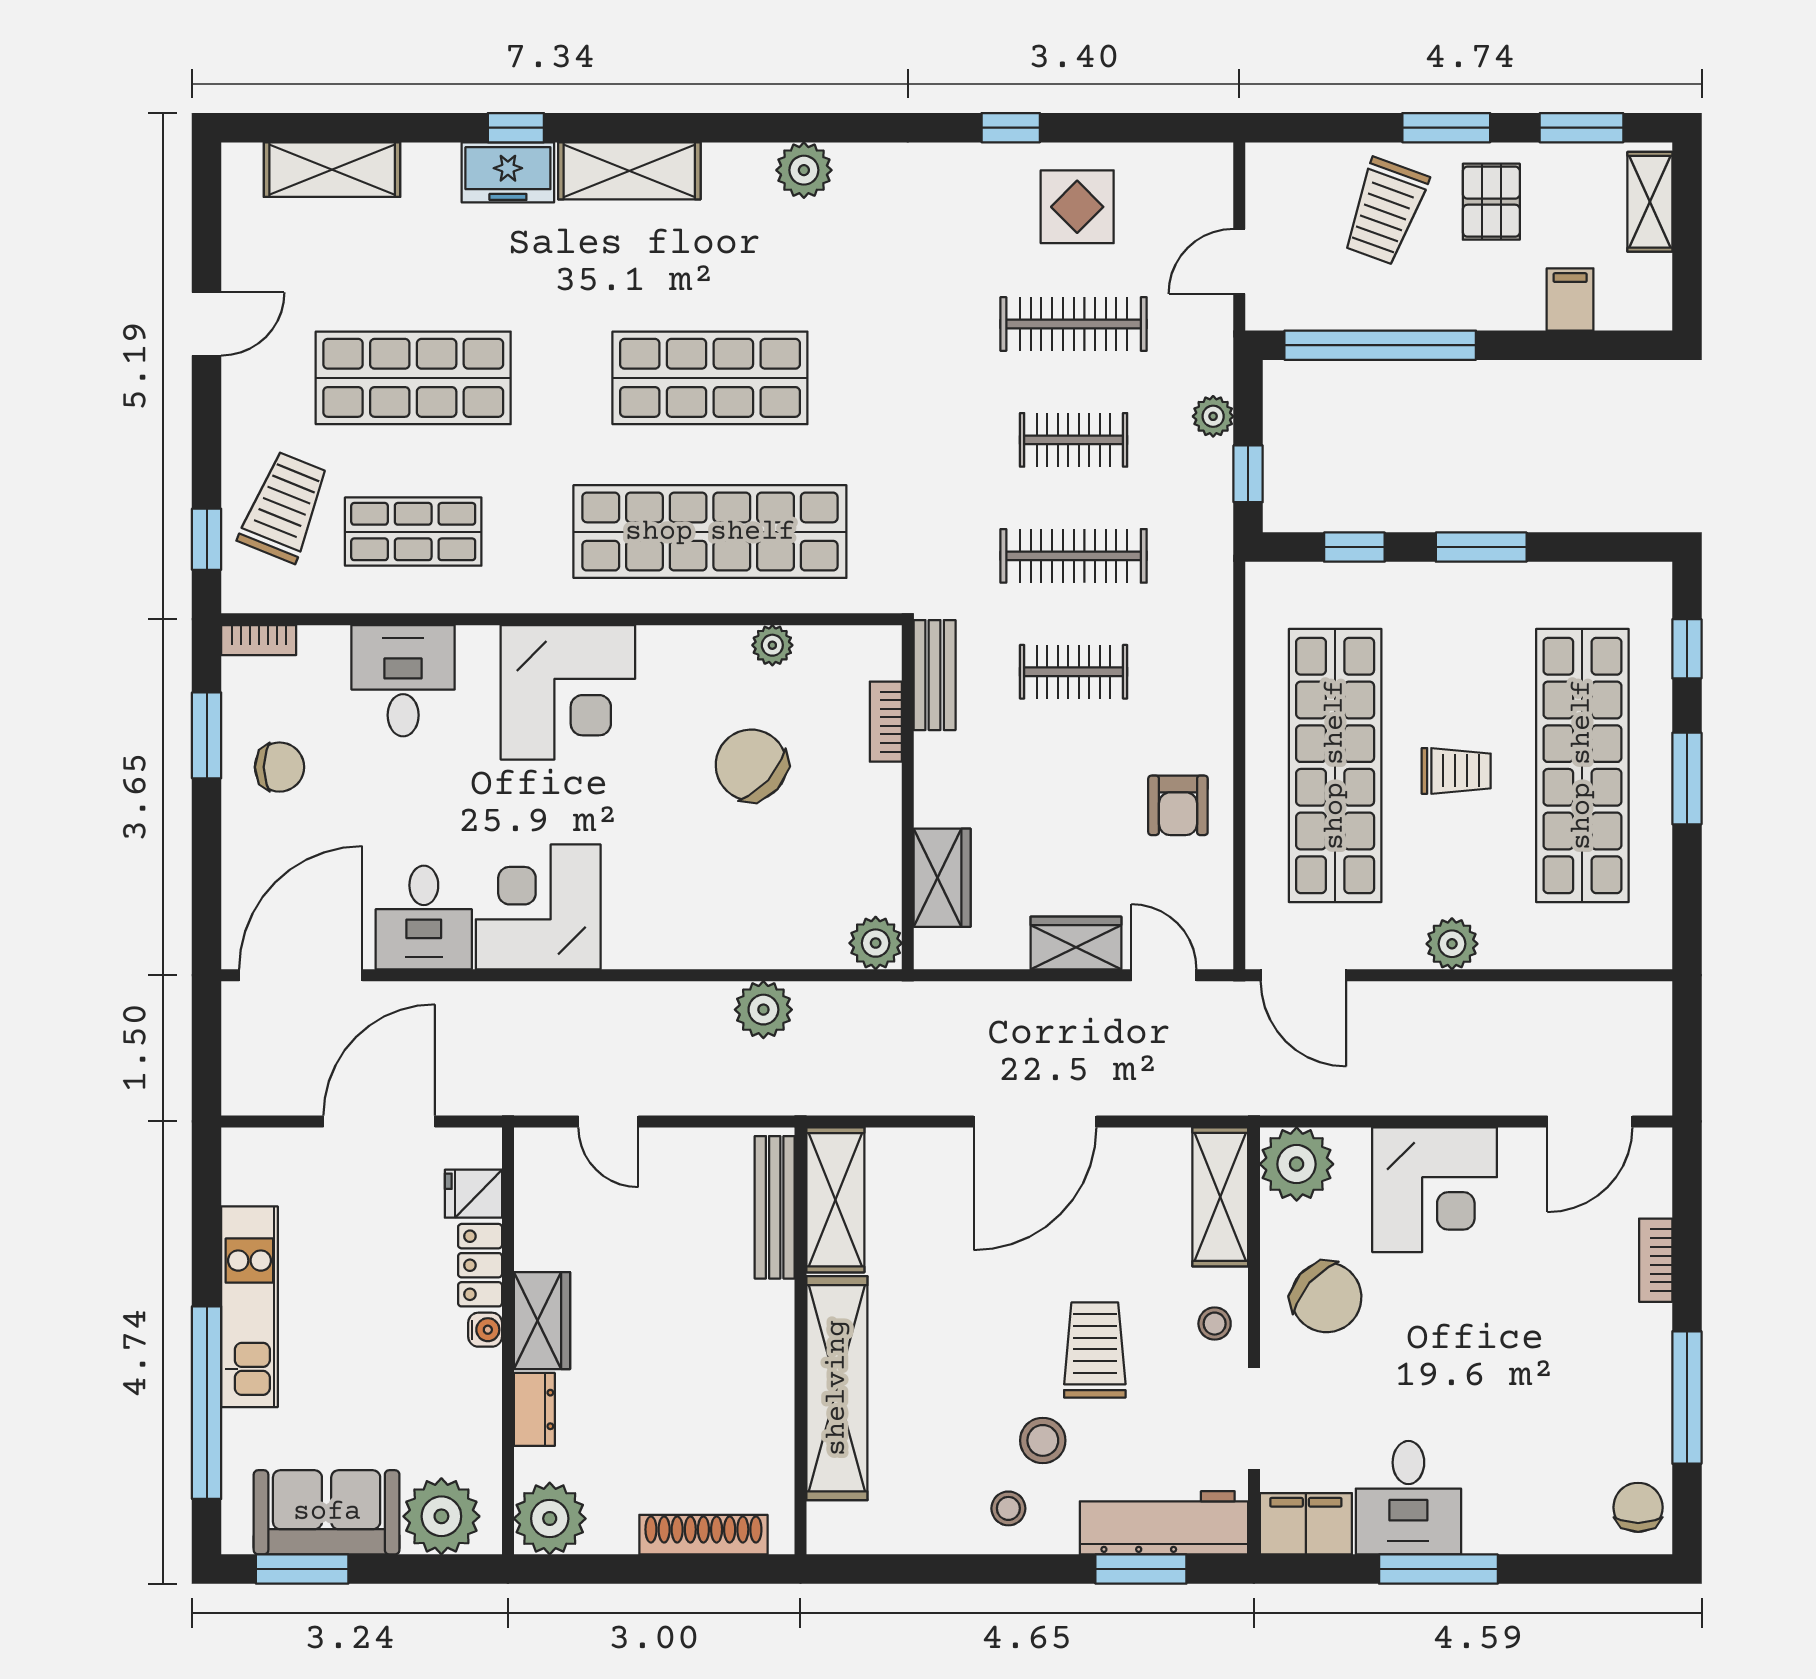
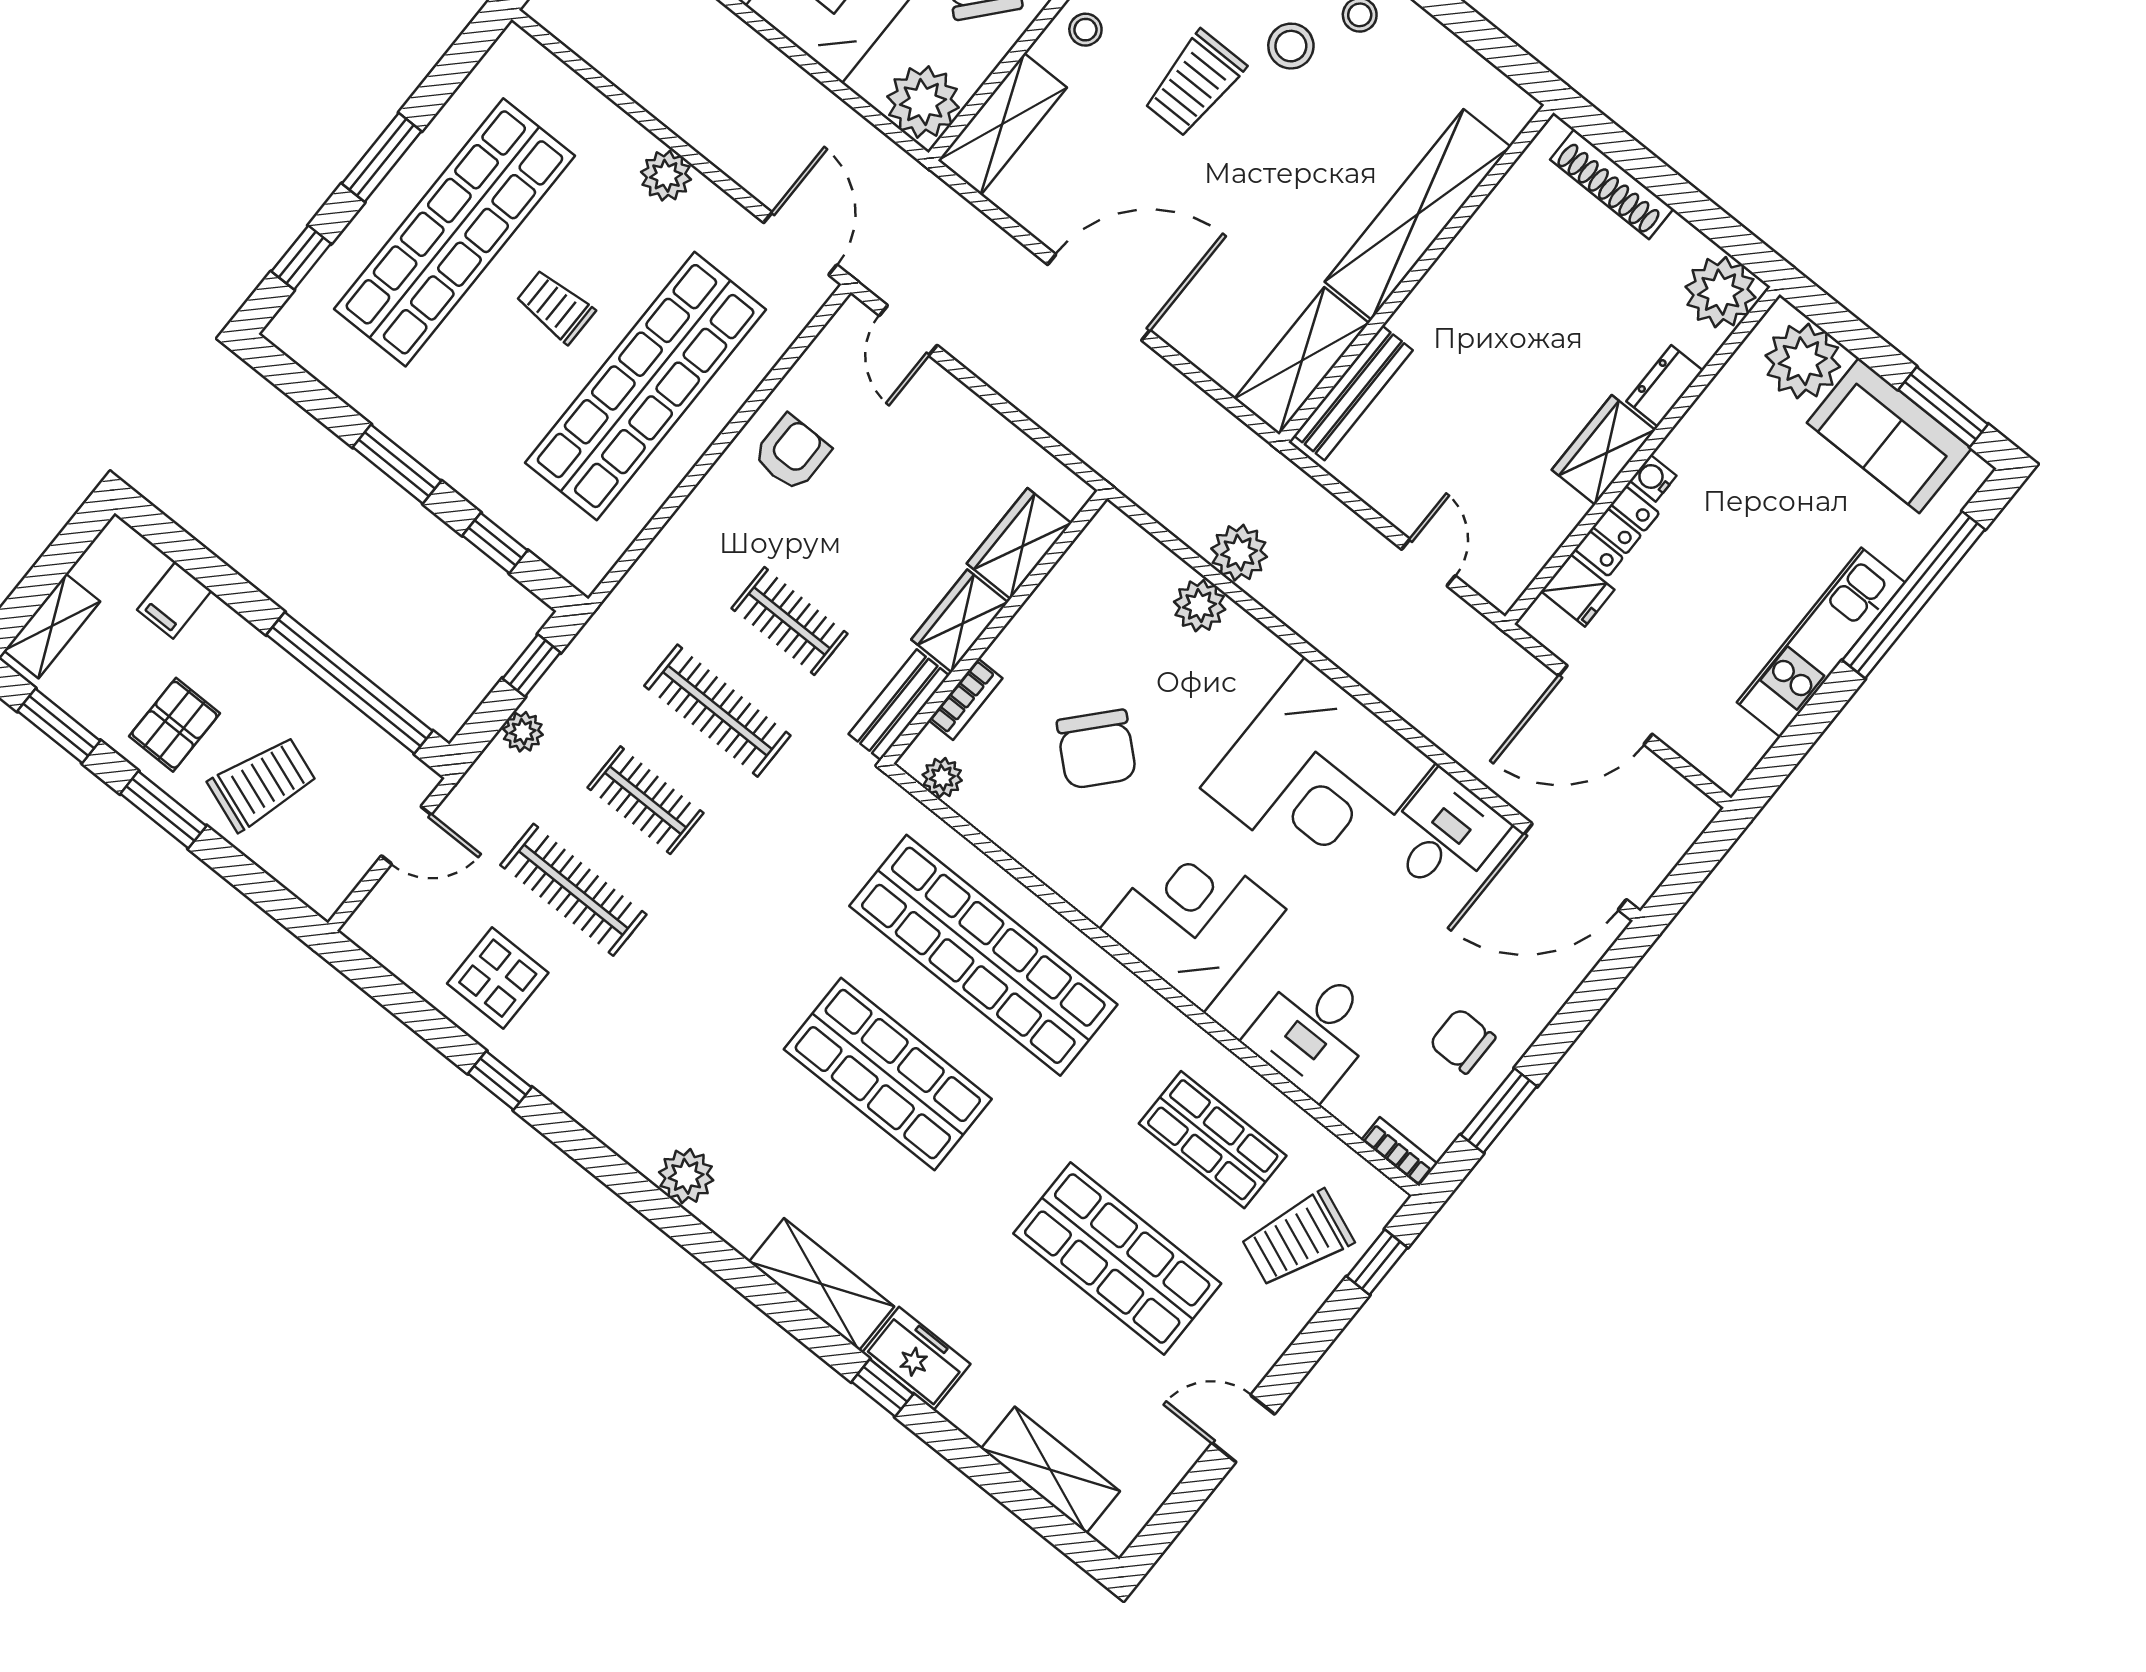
plant: (772, 645) -> (942, 778), moved
corner desk: (538, 907) -> (1318, 775), width x1.36, depth x1.36
plant: (876, 943) -> (1200, 606), moved
wardrobe: (1076, 943) -> (960, 621), moved, turned 90

